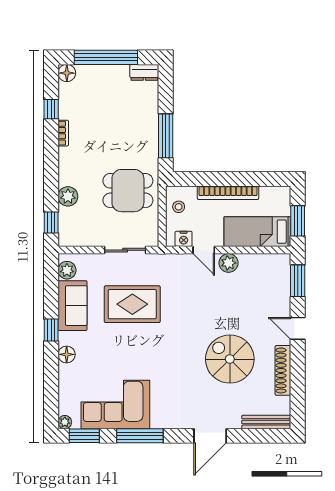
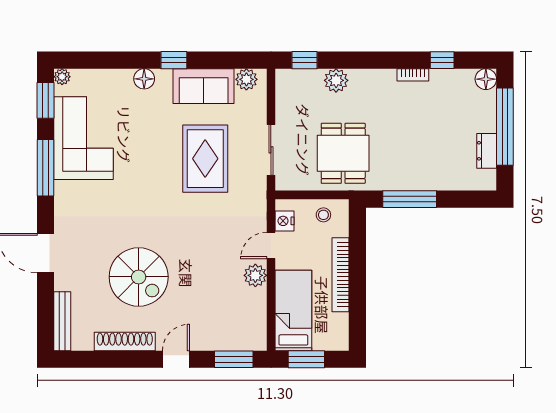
dresser: (144, 72) -> (487, 151), moved
spiral stairs: (230, 359) -> (139, 277), turned 90

